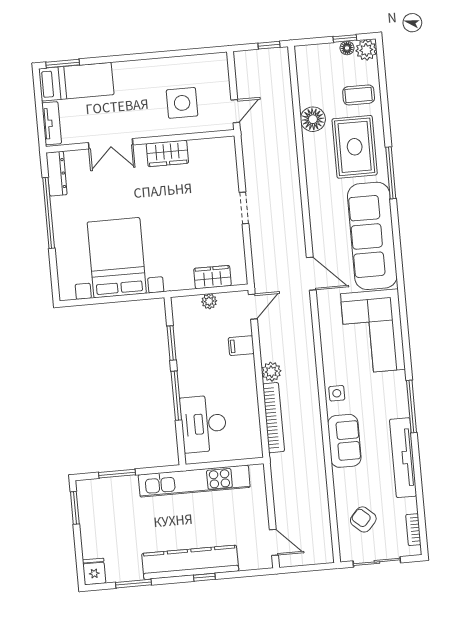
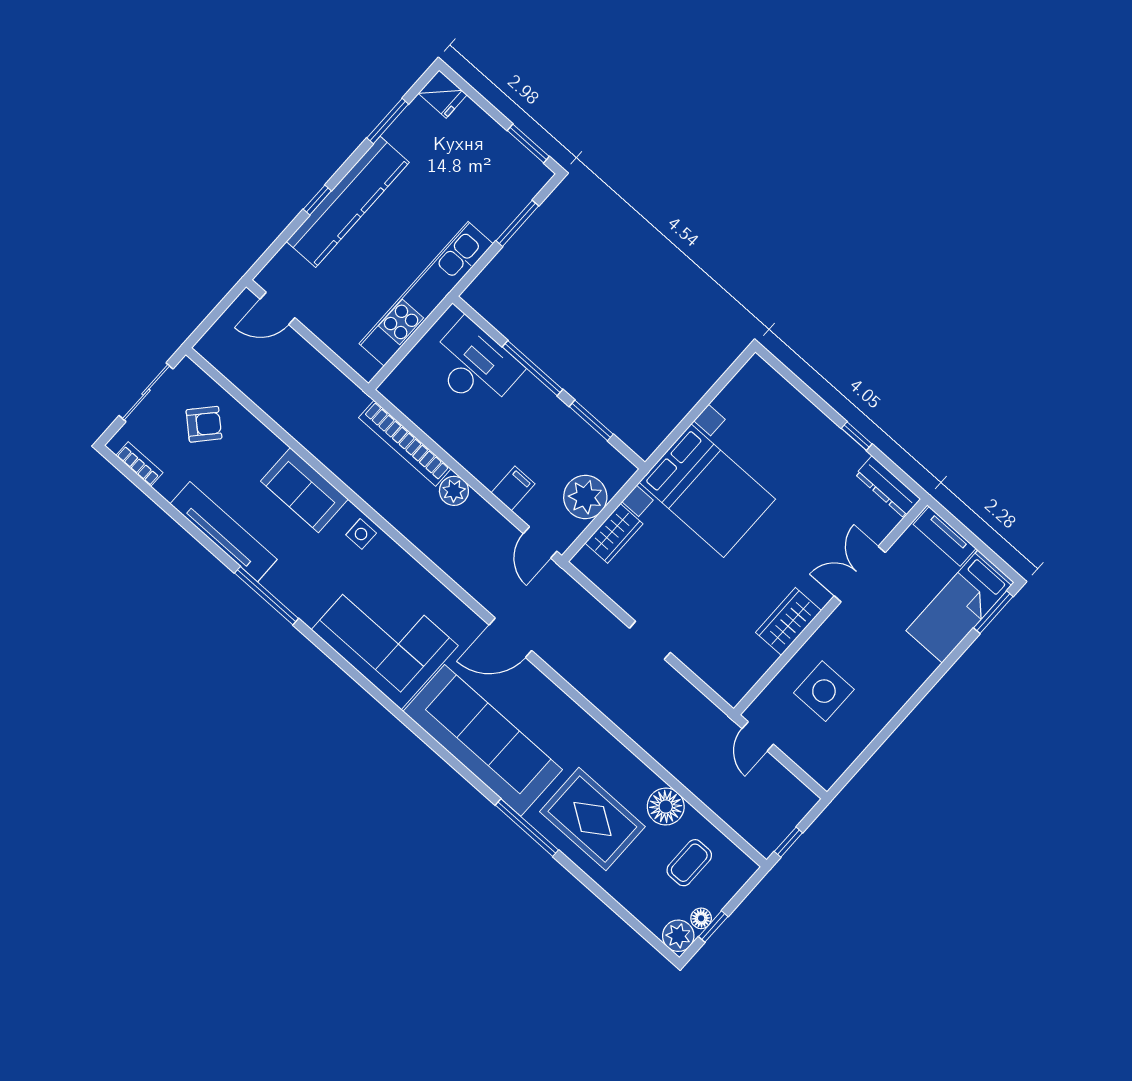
coffee table: (359, 95) -> (689, 863), moved
window: (49, 213) -> (857, 436), width x0.32
bed with nightstands: (117, 258) -> (707, 491), moved
plant: (209, 301) -> (585, 497), width x1.87, depth x1.87

